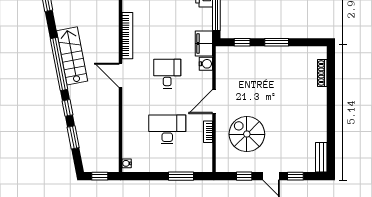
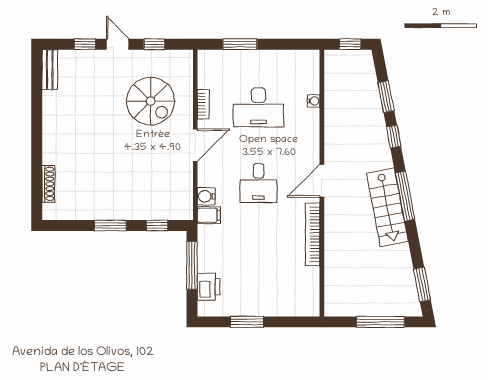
filing cabinet: (204, 43) -> (209, 215), width x0.50
window: (59, 64) -> (405, 196), width x0.68
door: (120, 75) -> (322, 181), swing flipped
water cooler: (127, 163) -> (314, 101), moved

